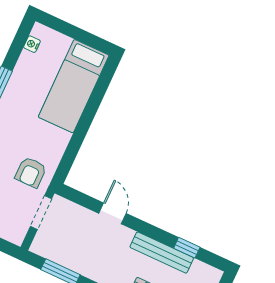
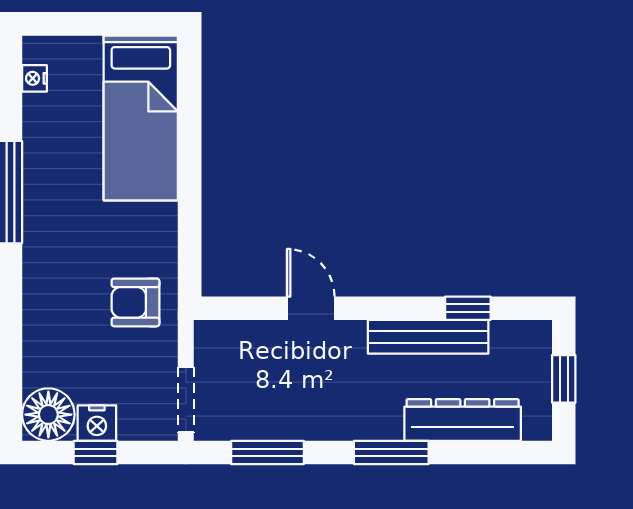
armchair: (31, 172) -> (135, 302), turned 90
doorway: (41, 212) -> (186, 400), moved

